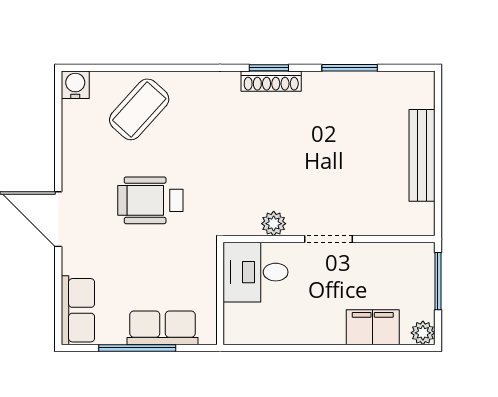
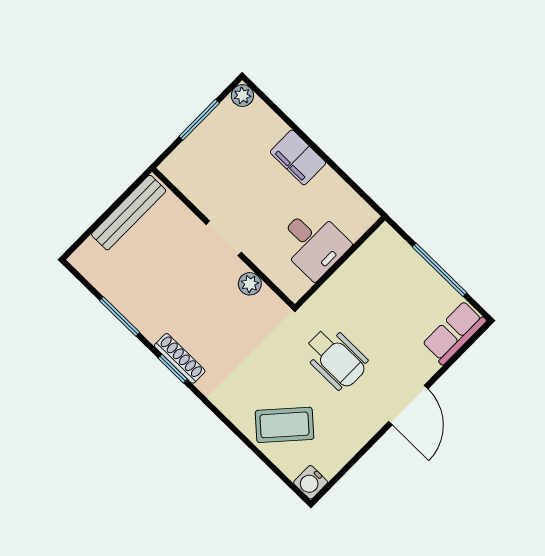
plant: (274, 224) -> (250, 284), moved
doorway: (329, 239) -> (224, 238), moved
wall: (329, 239) -> (223, 238), moved
filing cabinet: (373, 327) -> (298, 157), moved
row of seats: (163, 328) -> (410, 267), removed

